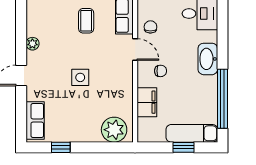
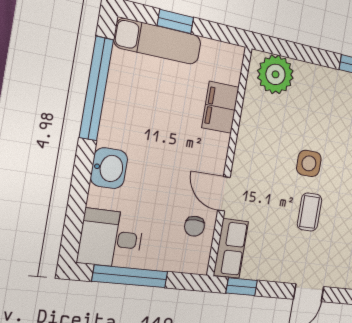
coffee table: (86, 21) -> (310, 212), moved
washbasin: (208, 59) -> (109, 168), width x0.72
chair: (161, 71) -> (191, 154), removed

